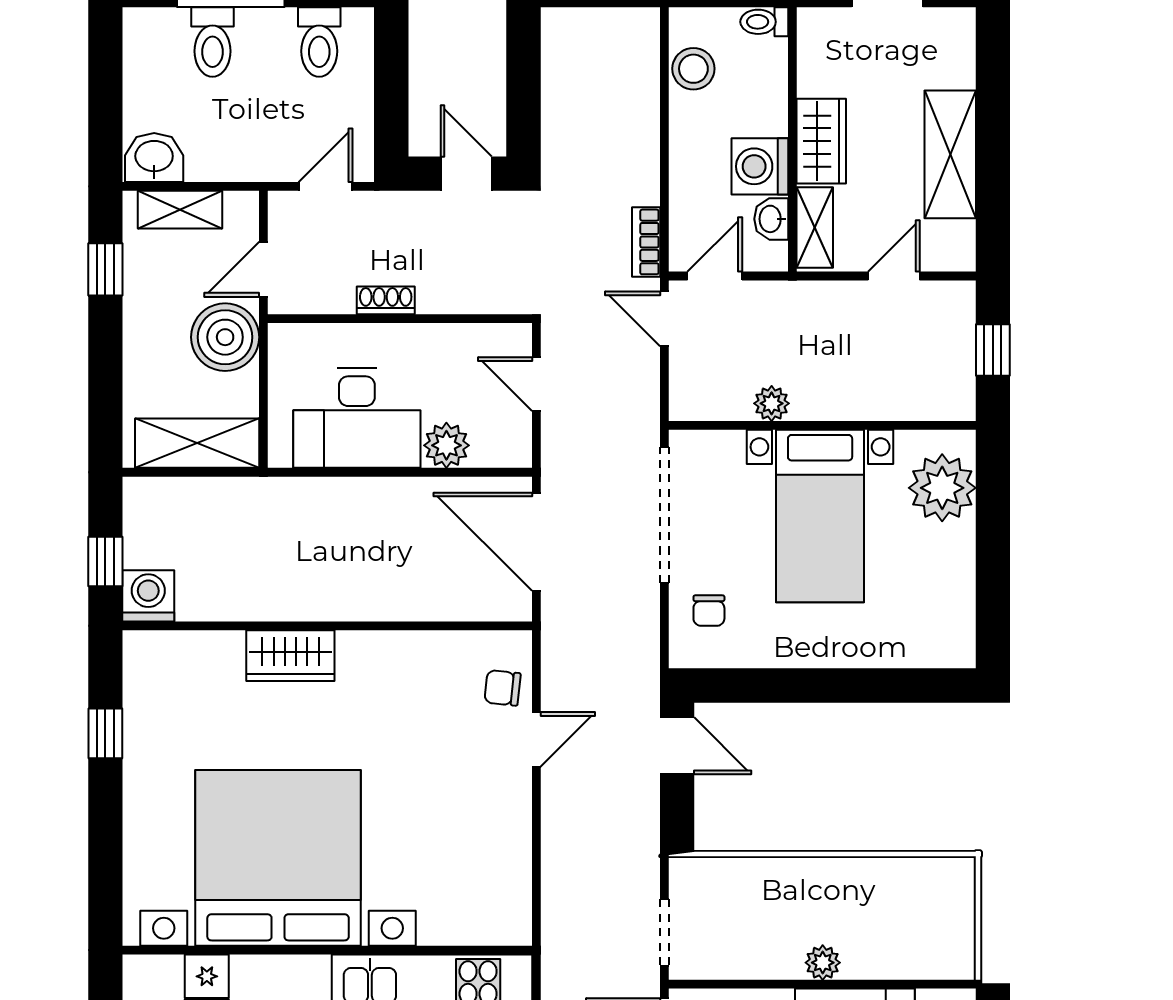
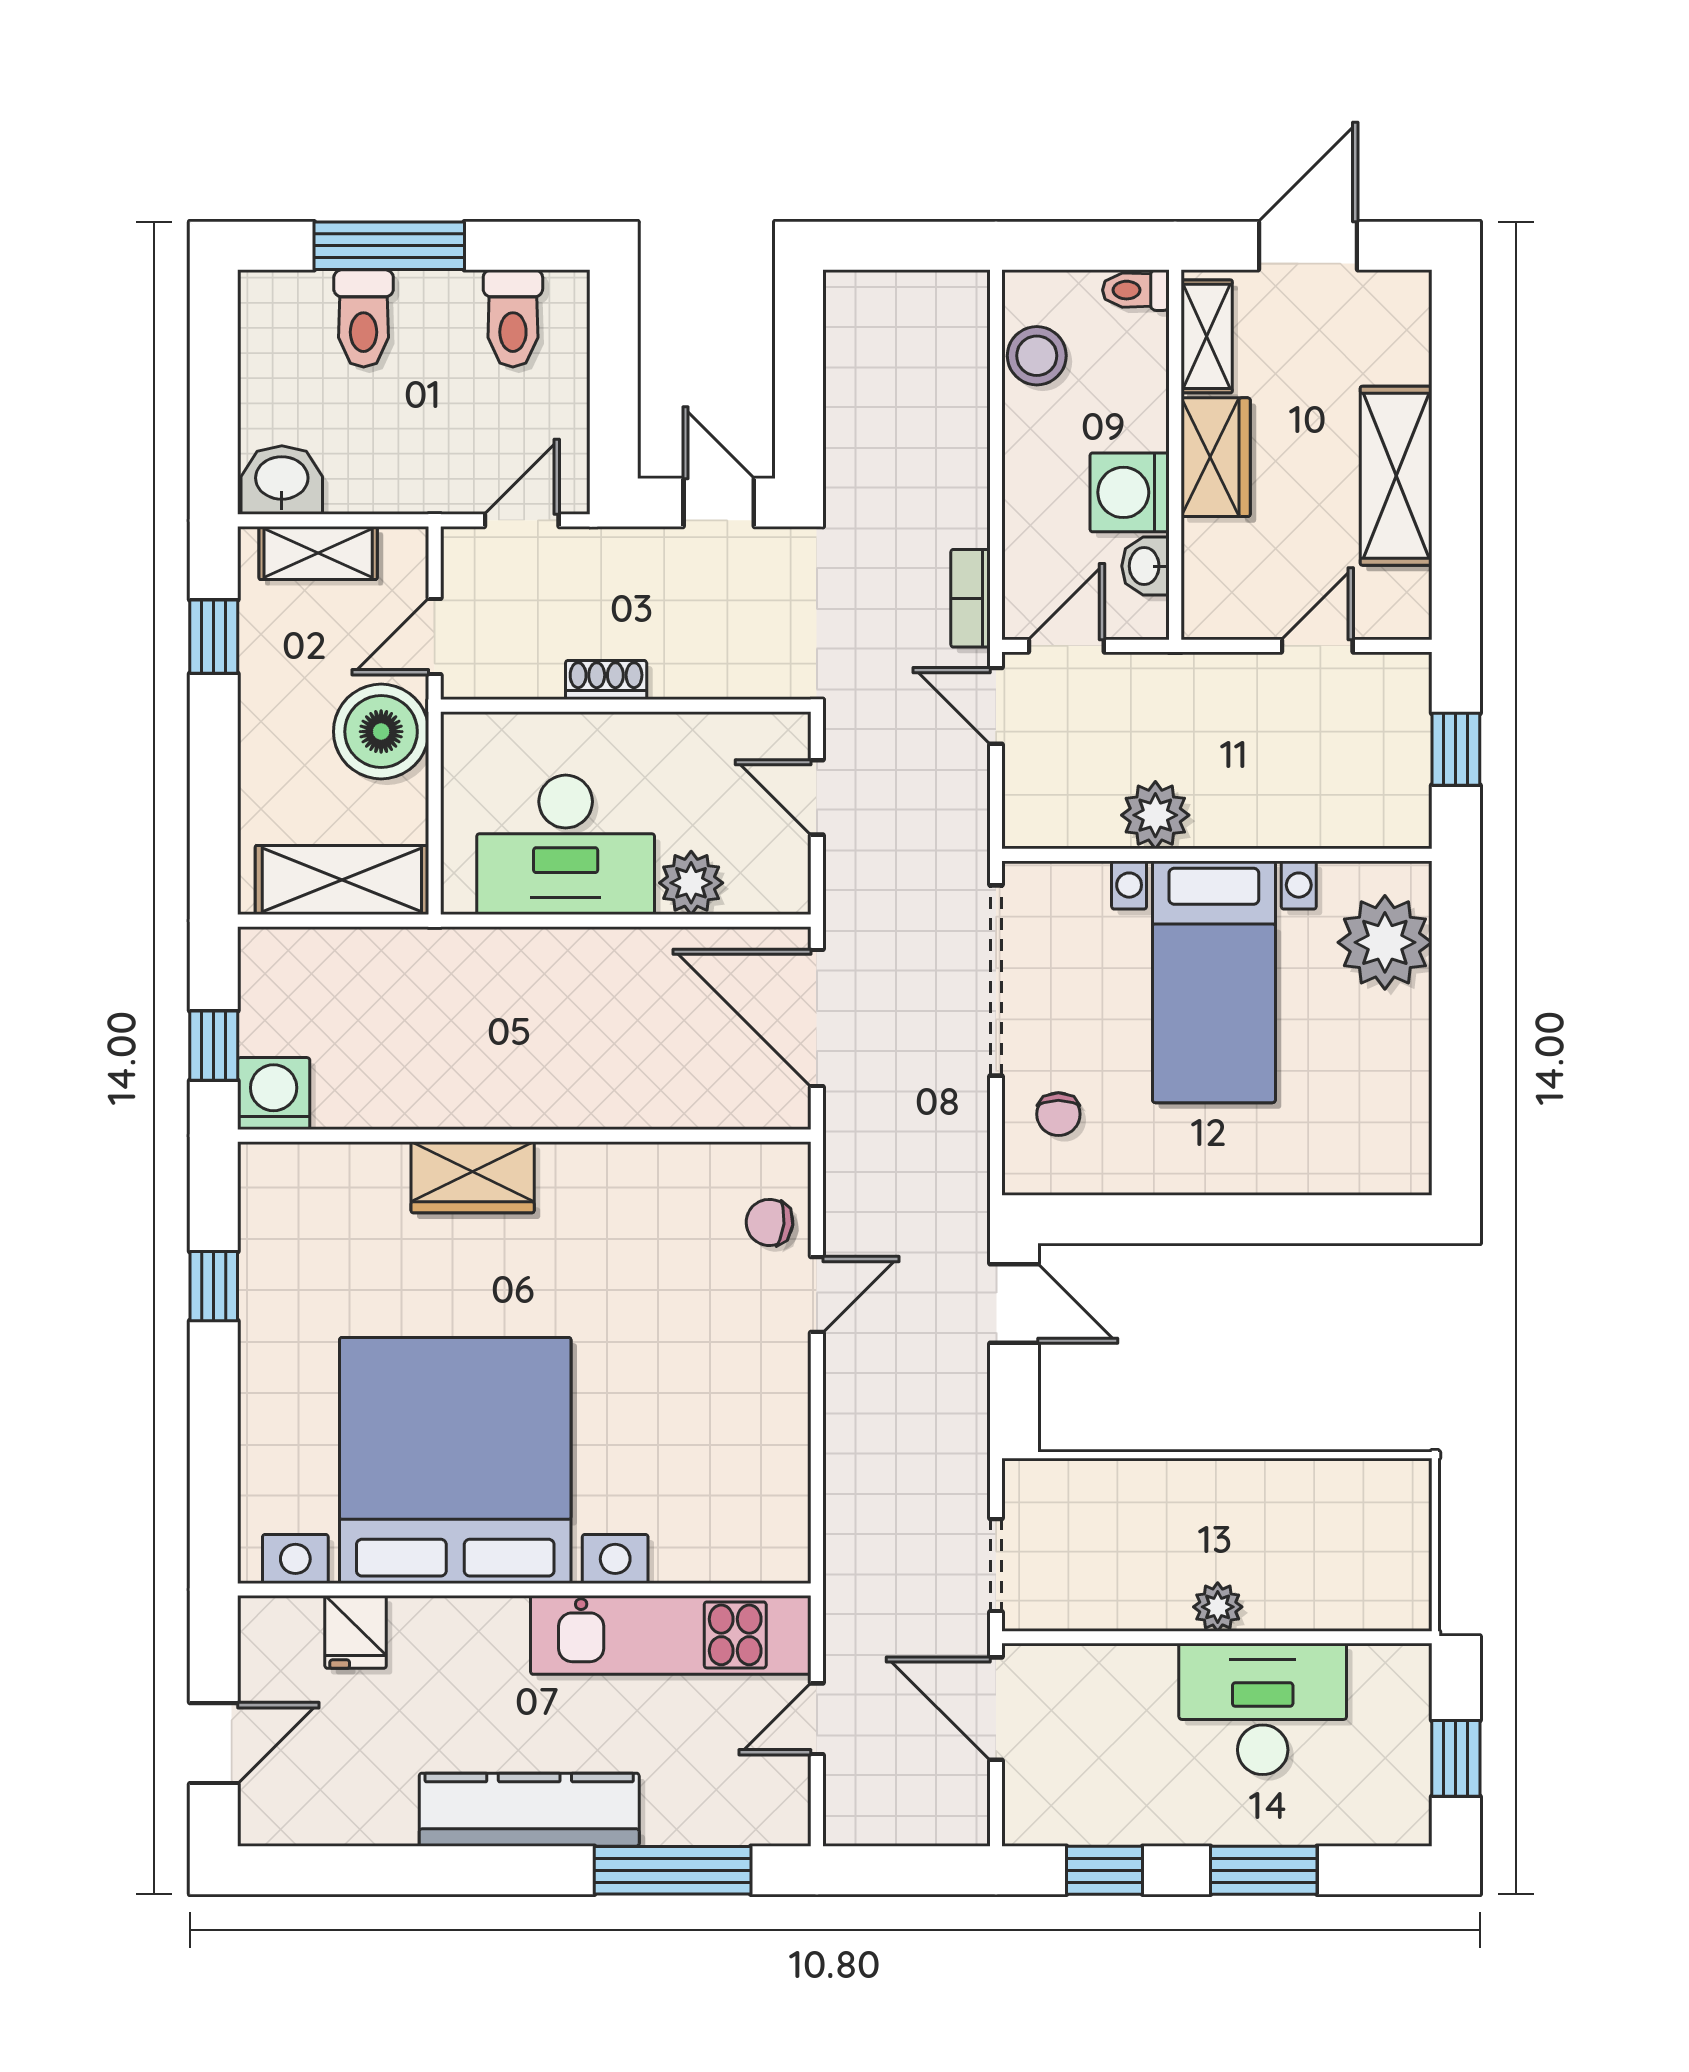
shelving: (815, 228) -> (1207, 336), moved
plant: (772, 403) -> (1155, 815), width x1.38, depth x1.38

